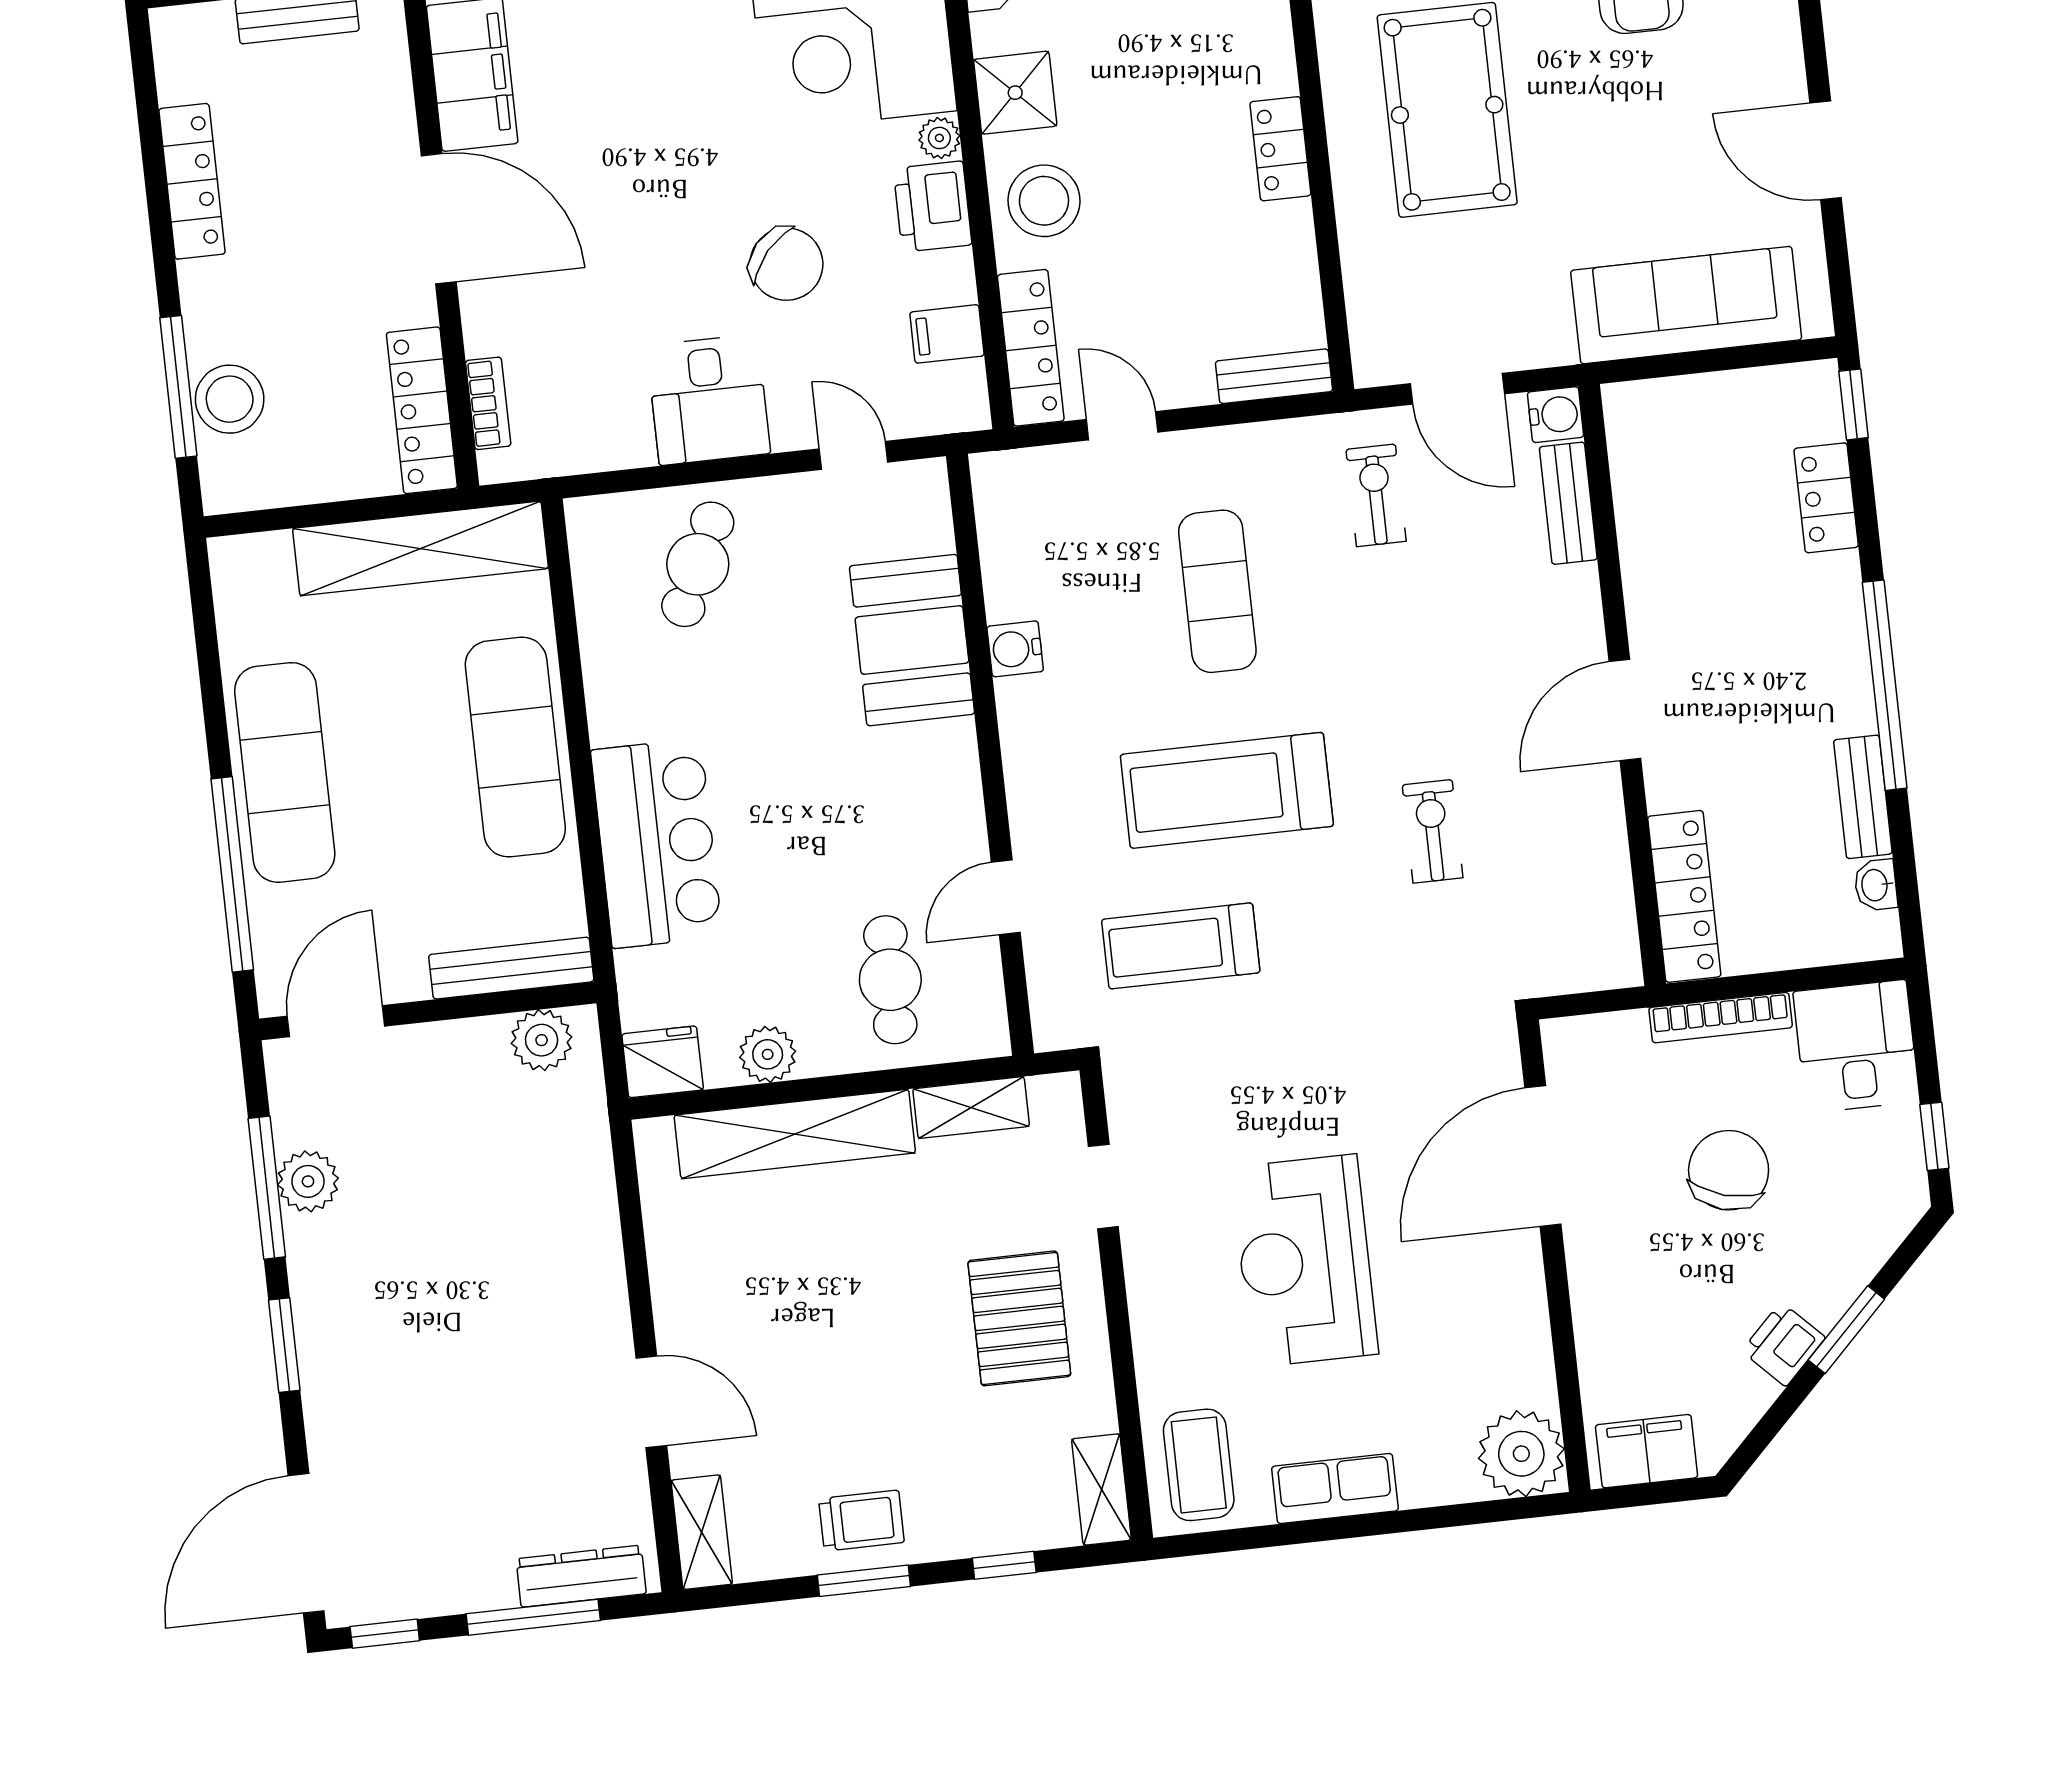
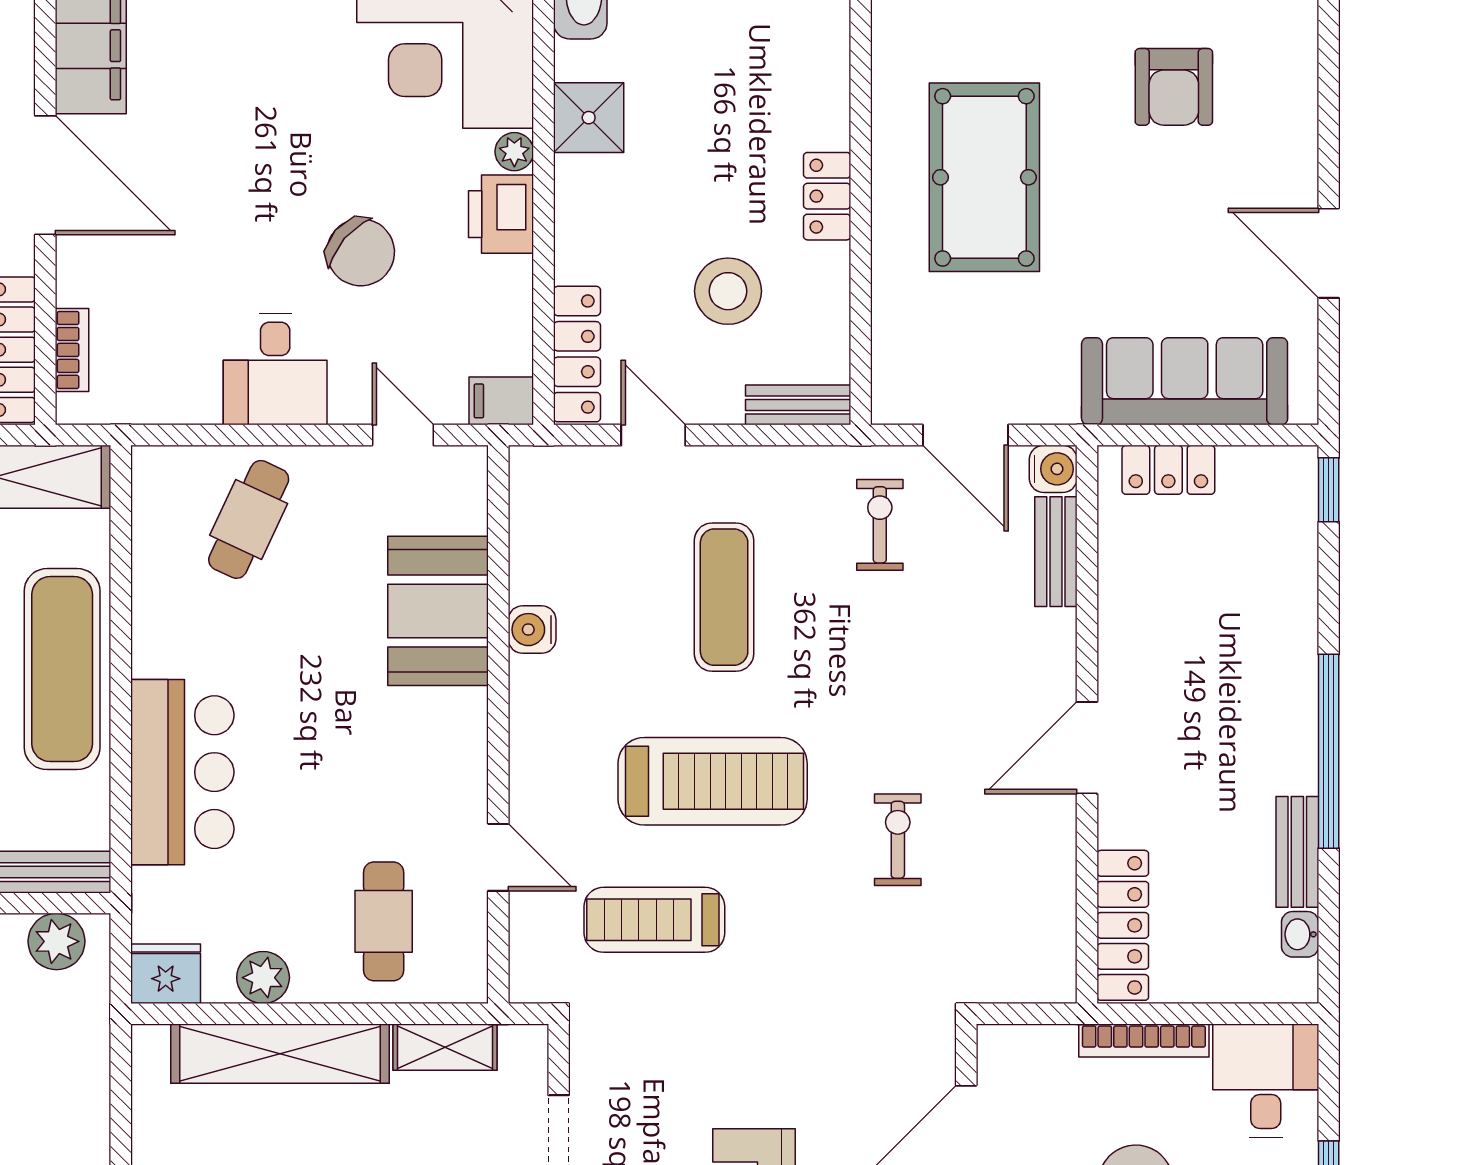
stool: (1044, 201) -> (728, 291), moved
filing cabinet: (947, 334) -> (501, 401), moved
locker: (1826, 498) -> (1168, 470), moved, turned -90
treadmill: (1227, 790) -> (713, 781), turned 180
door: (1006, 897) -> (498, 857), swing flipped

